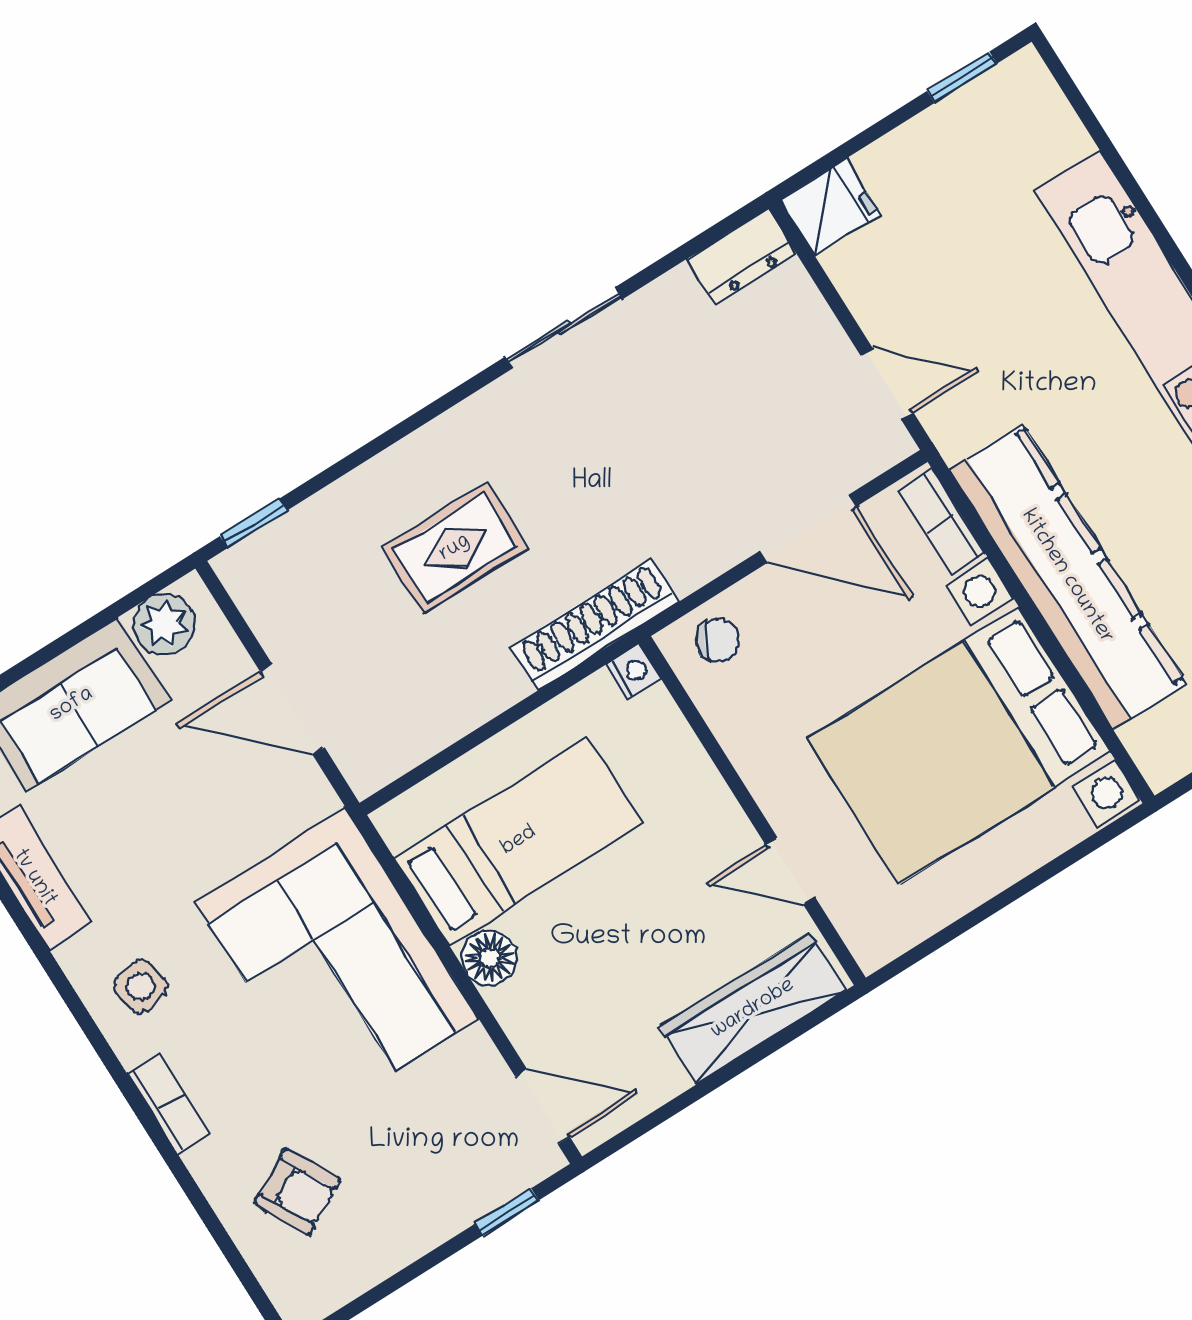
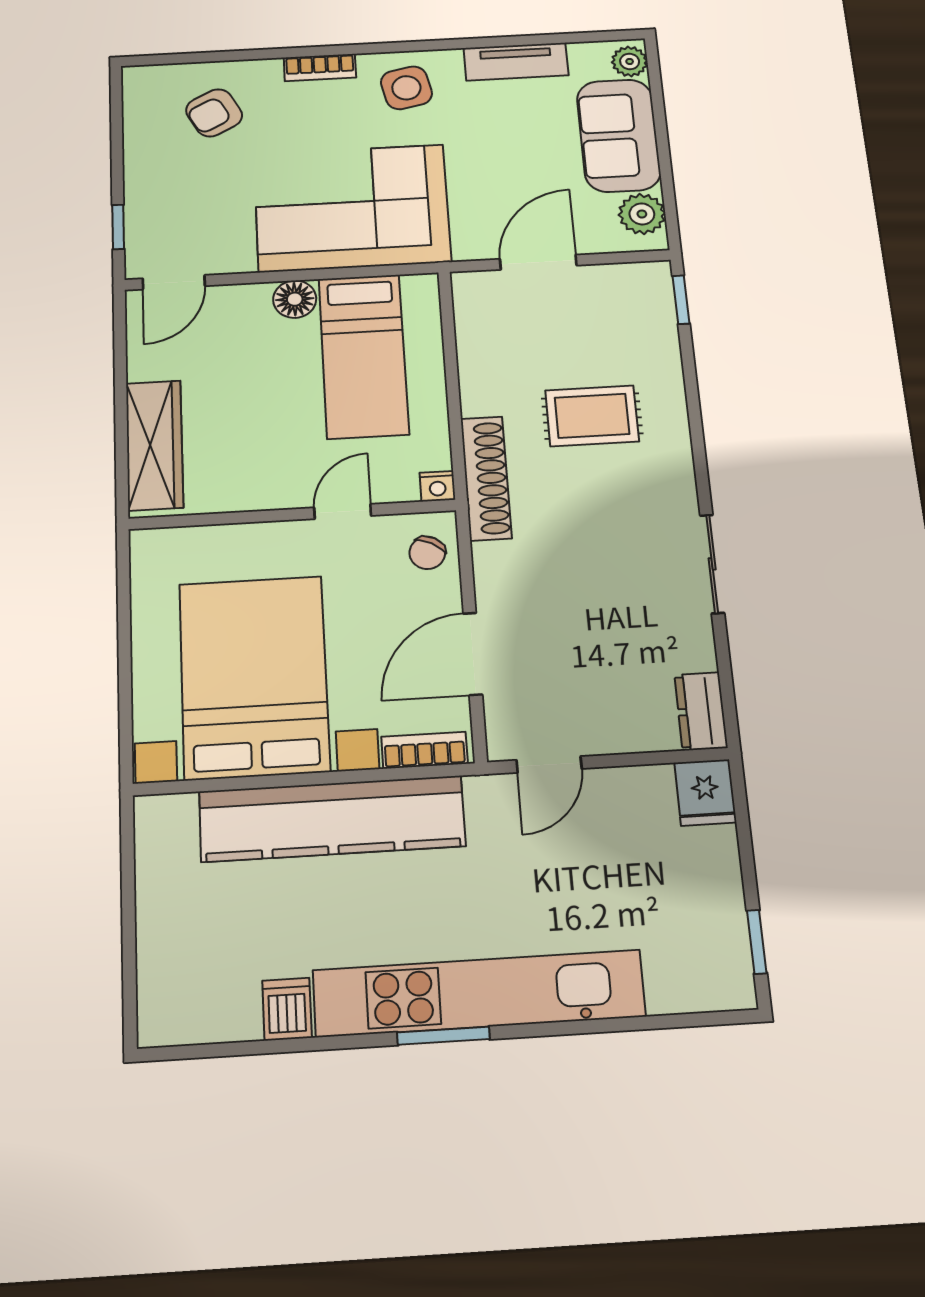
rug: (455, 548) -> (592, 416), turned 90
door: (790, 871) -> (343, 512), moved
side table: (141, 987) -> (406, 88), width x1.37, depth x1.37

